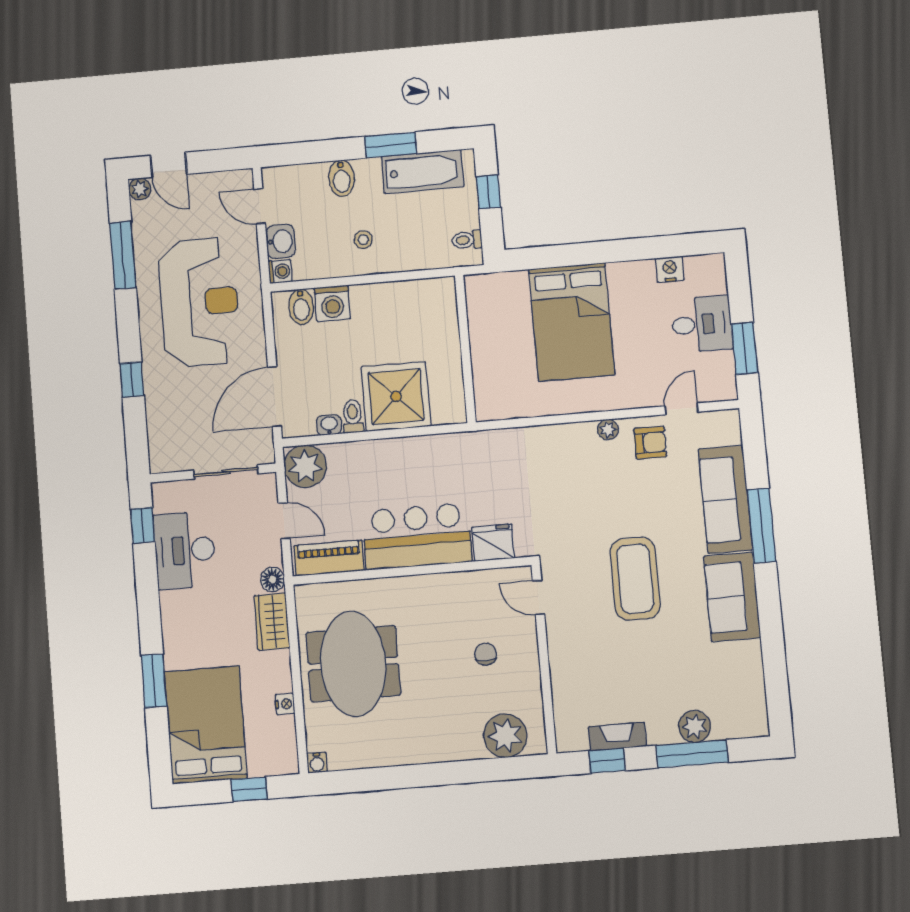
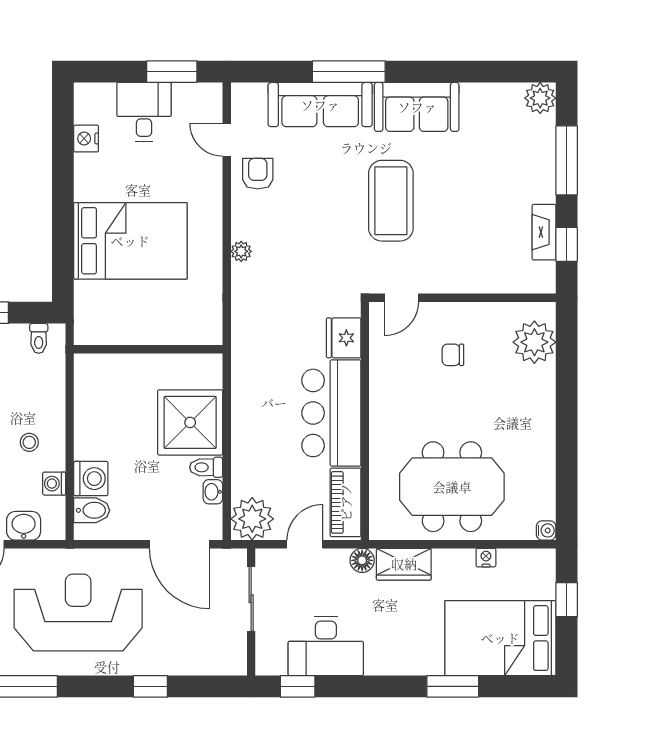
washing machine: (280, 272) -> (54, 484), moved, turned -90
plant: (608, 430) -> (241, 251), moved
coffee table: (635, 579) -> (391, 201), turned 90
plant: (695, 726) -> (540, 98), moved

